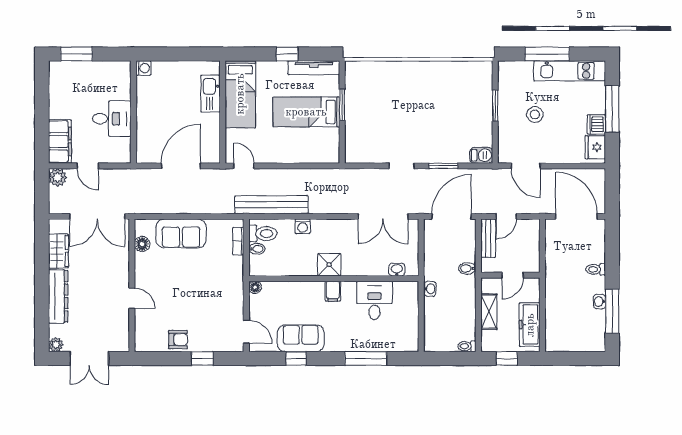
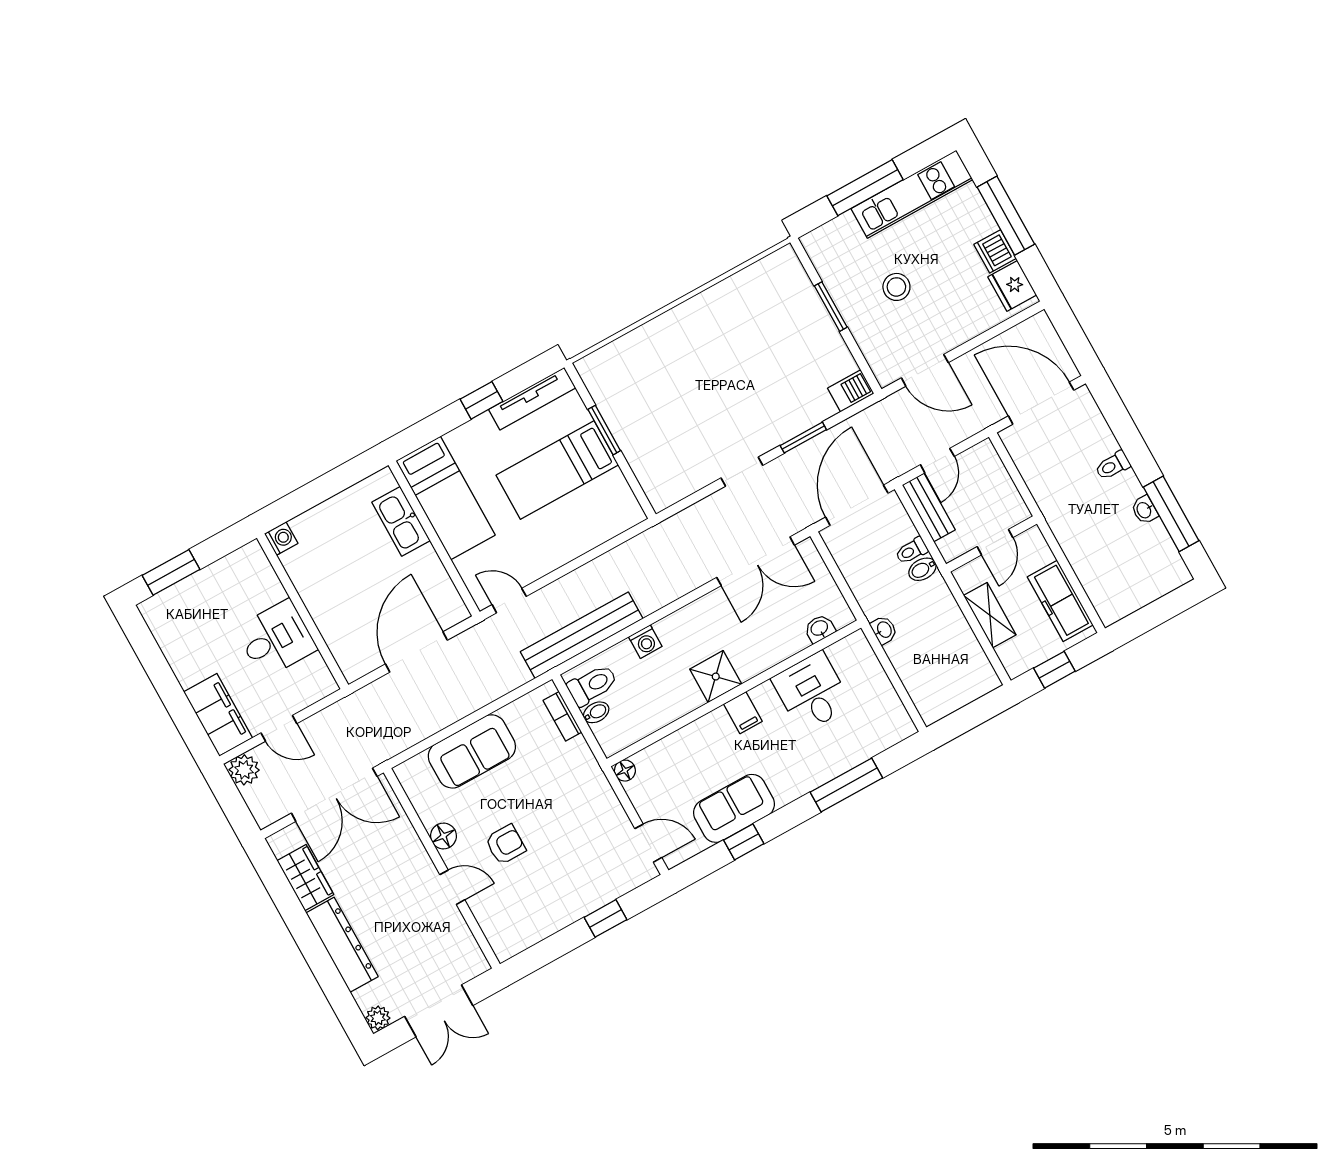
floor lamp: (142, 244) -> (443, 836), moved
armchair: (178, 340) -> (505, 845), moved
toilet: (467, 346) -> (912, 551), moved

